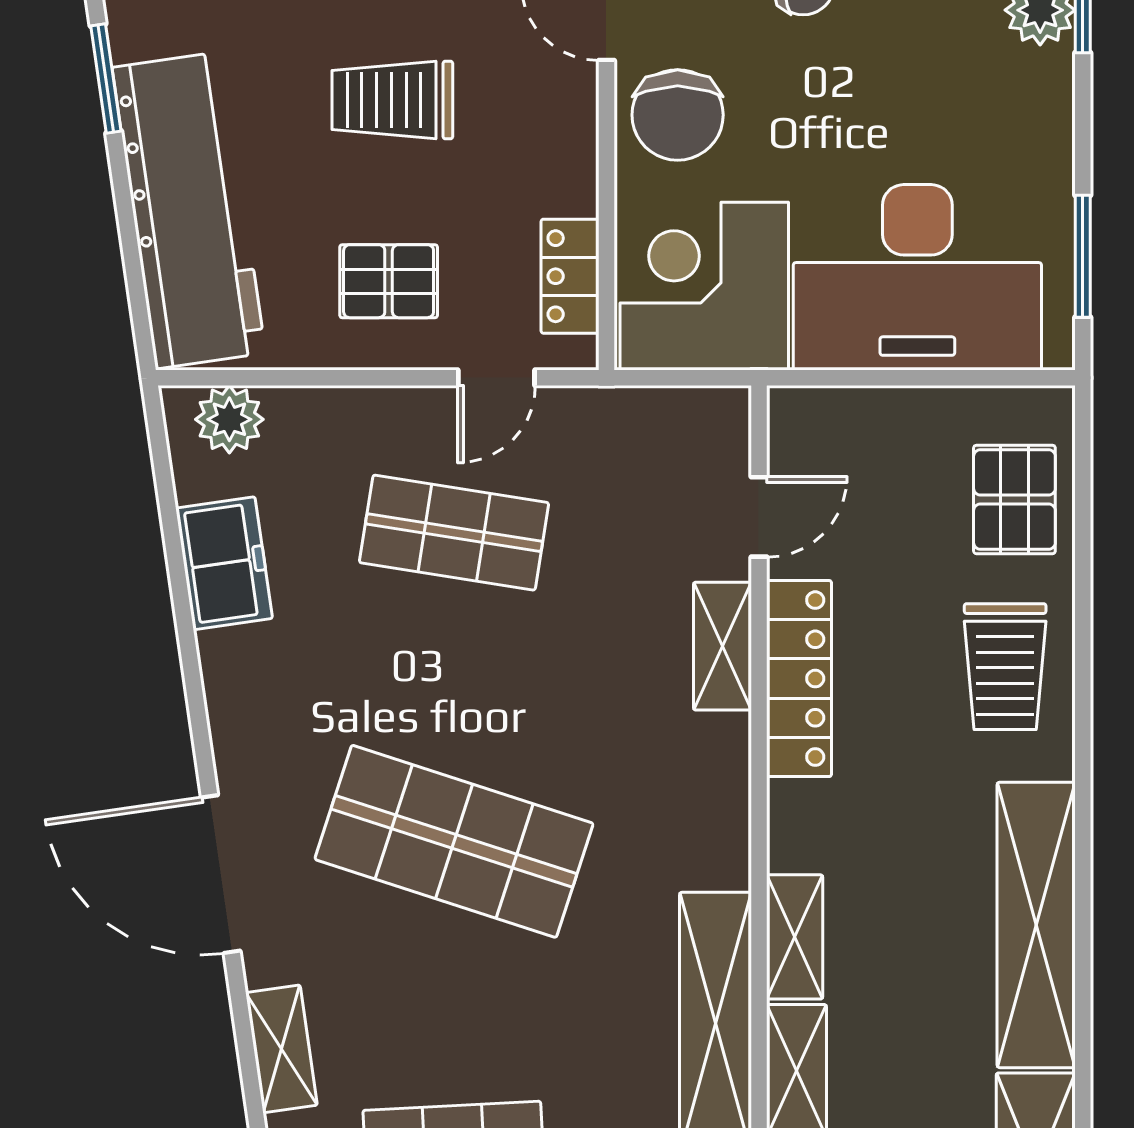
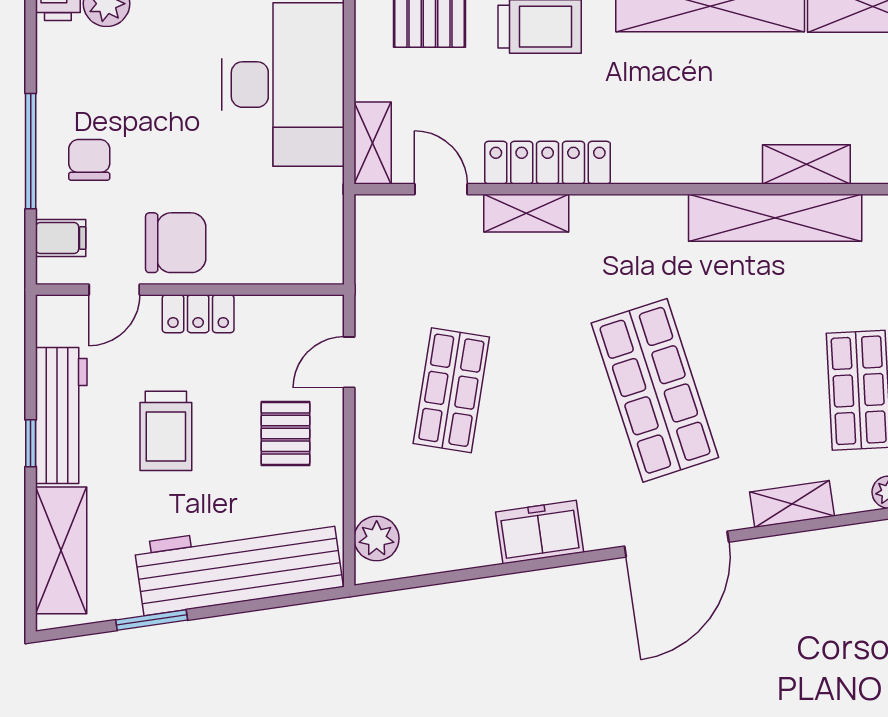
locker: (570, 276) -> (198, 314), moved
corner desk: (704, 286) -> (289, 225), removed
door: (496, 378) -> (349, 362), swing flipped
freezer: (224, 563) -> (540, 532), moved
shop shelf: (454, 841) -> (655, 390), turned -36
shelving: (795, 937) -> (373, 143), moved, turned 90

